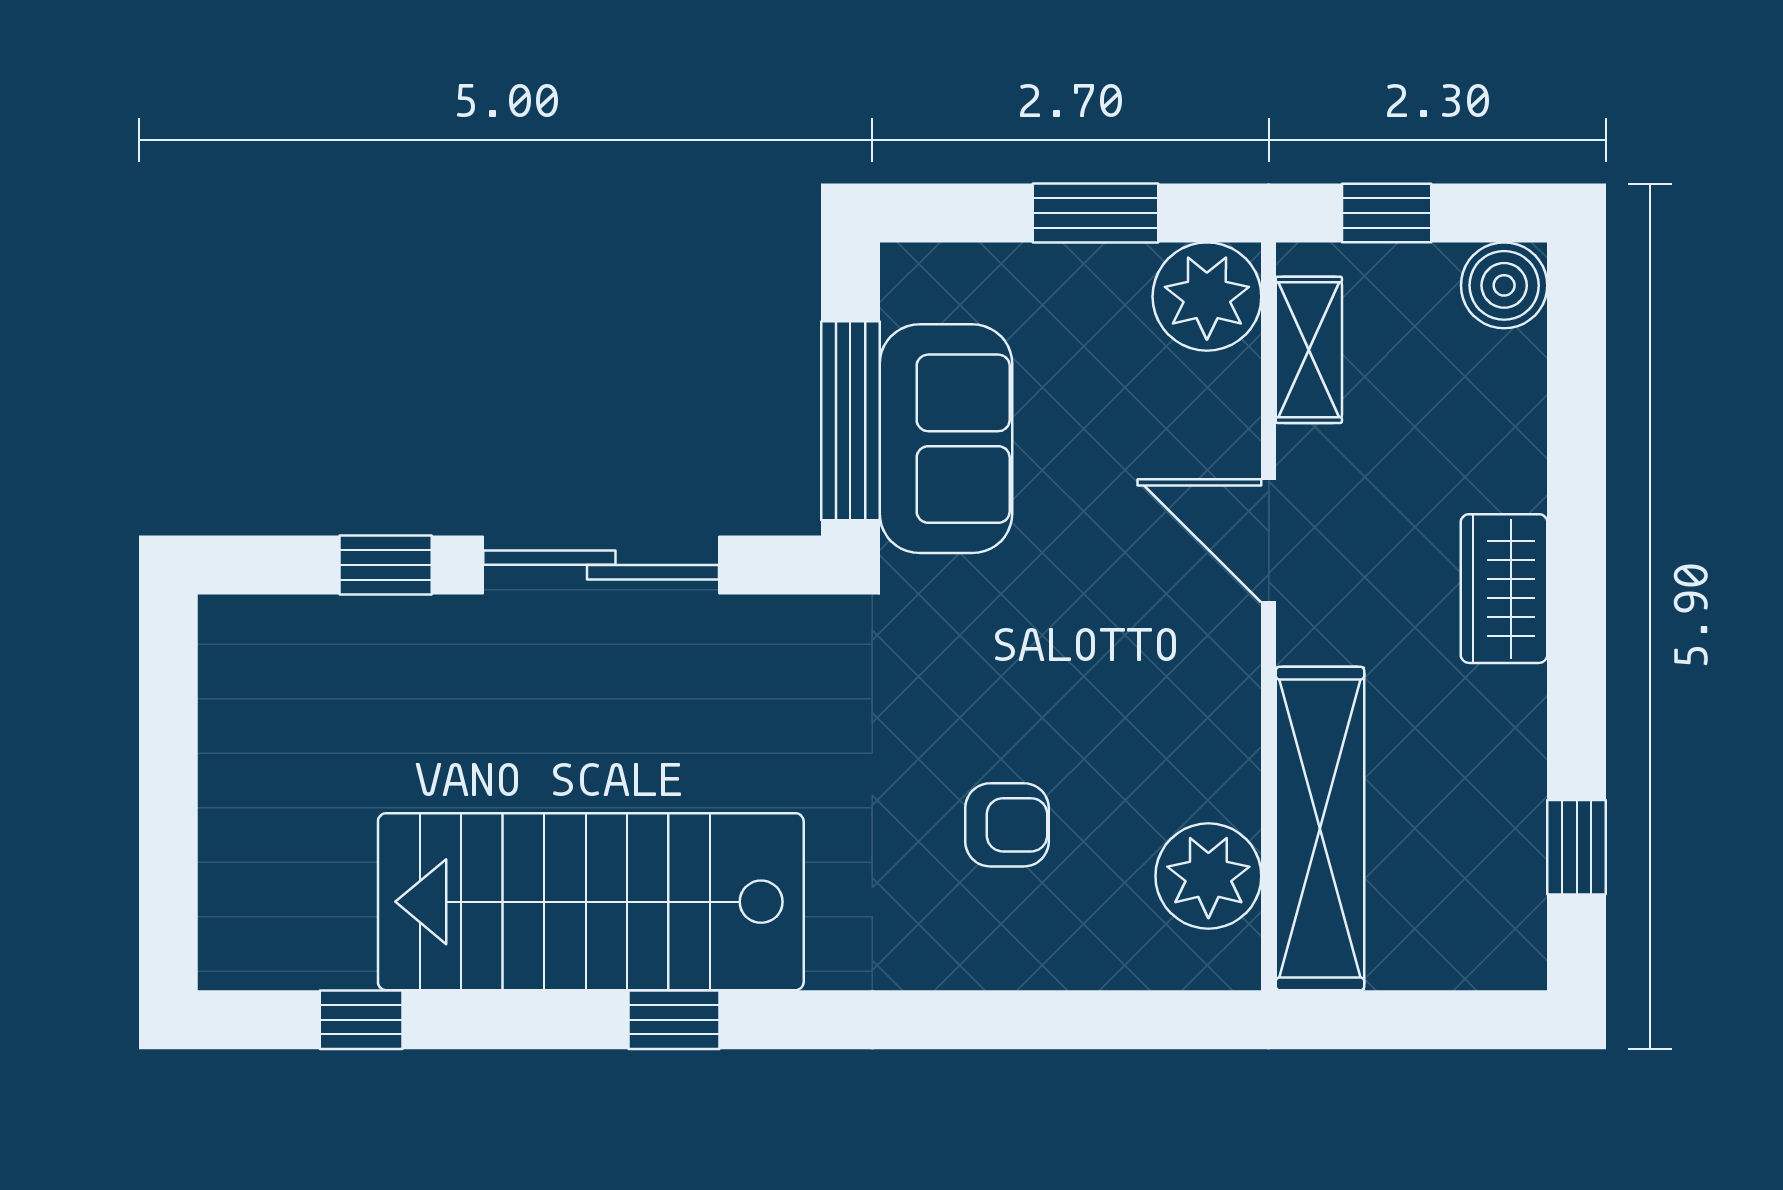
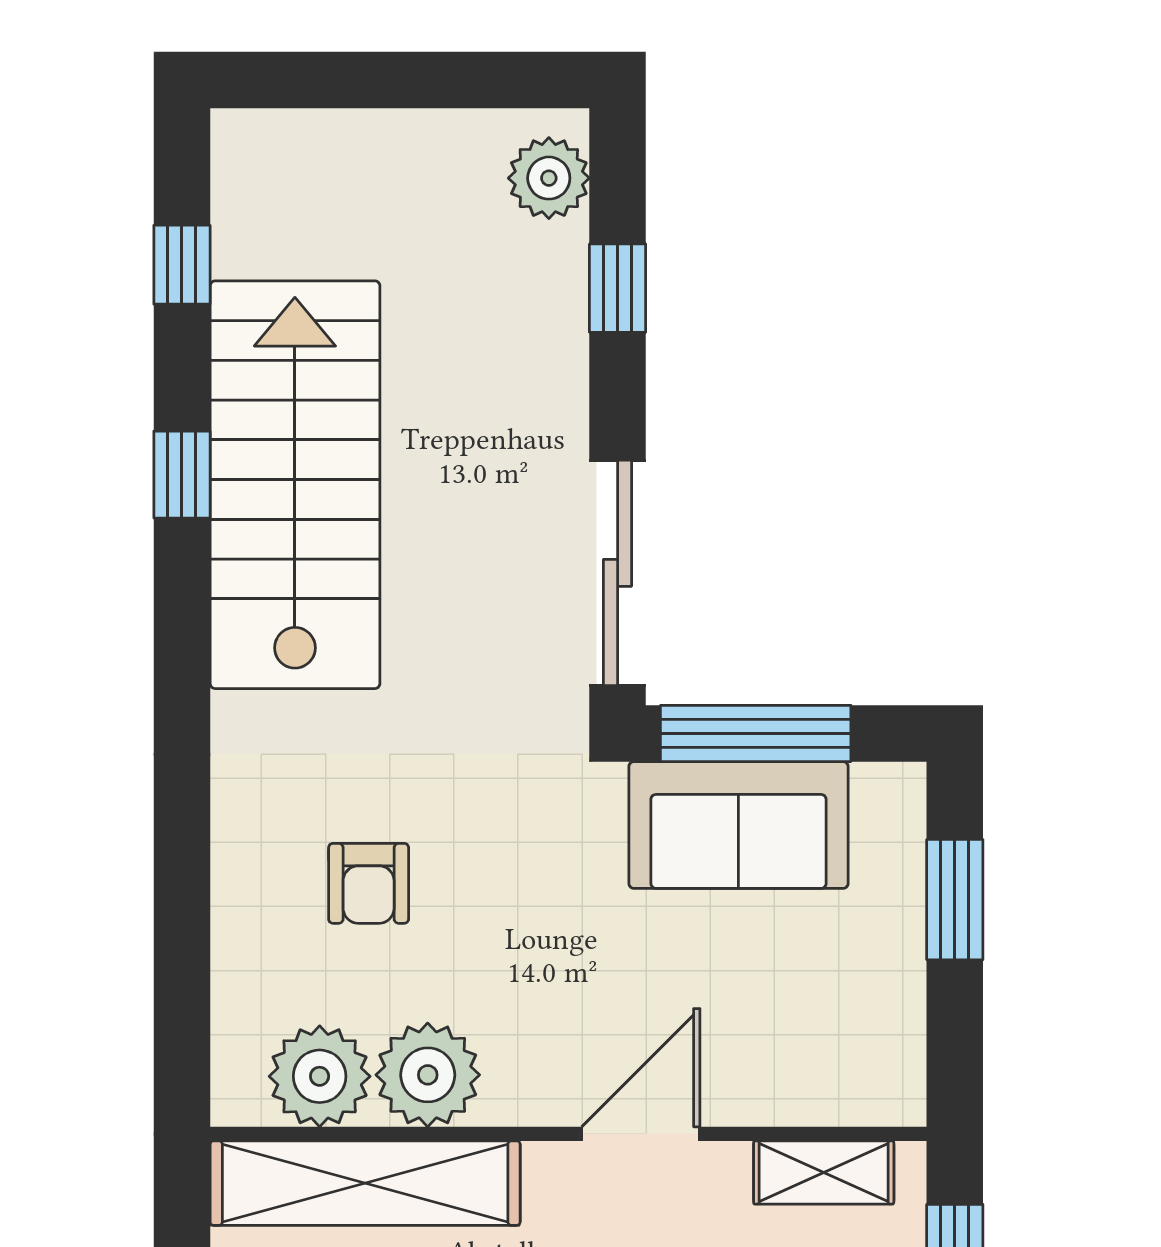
window: (1096, 213) -> (955, 900), moved
plant: (1207, 297) -> (428, 1075), moved
sliding door: (601, 565) -> (618, 573), moved
plant: (271, 637) -> (549, 178), added
window: (674, 1020) -> (182, 475), moved

